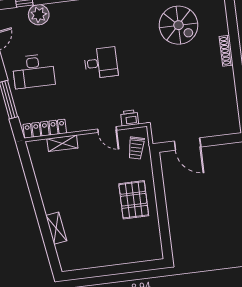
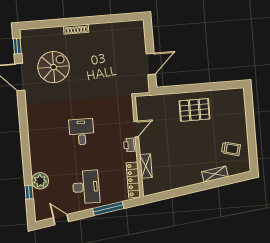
printer: (129, 118) -> (130, 145), moved
trolley: (136, 148) -> (231, 149), moved

